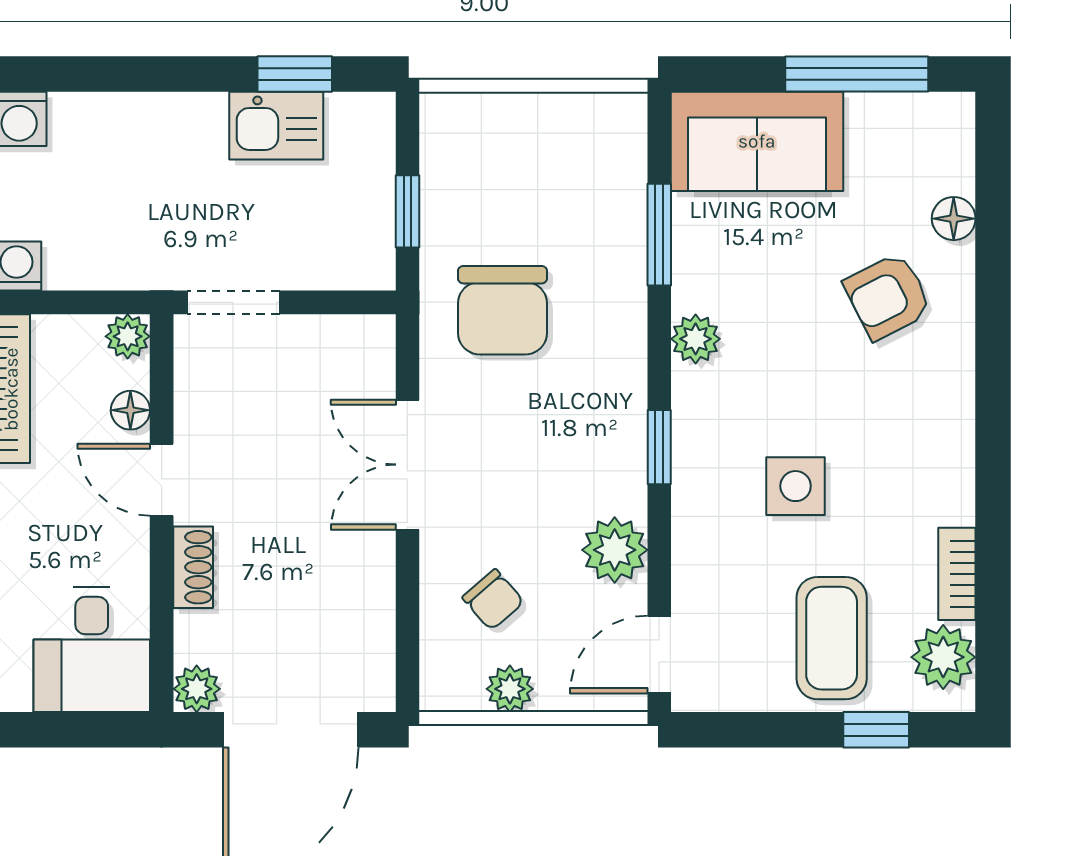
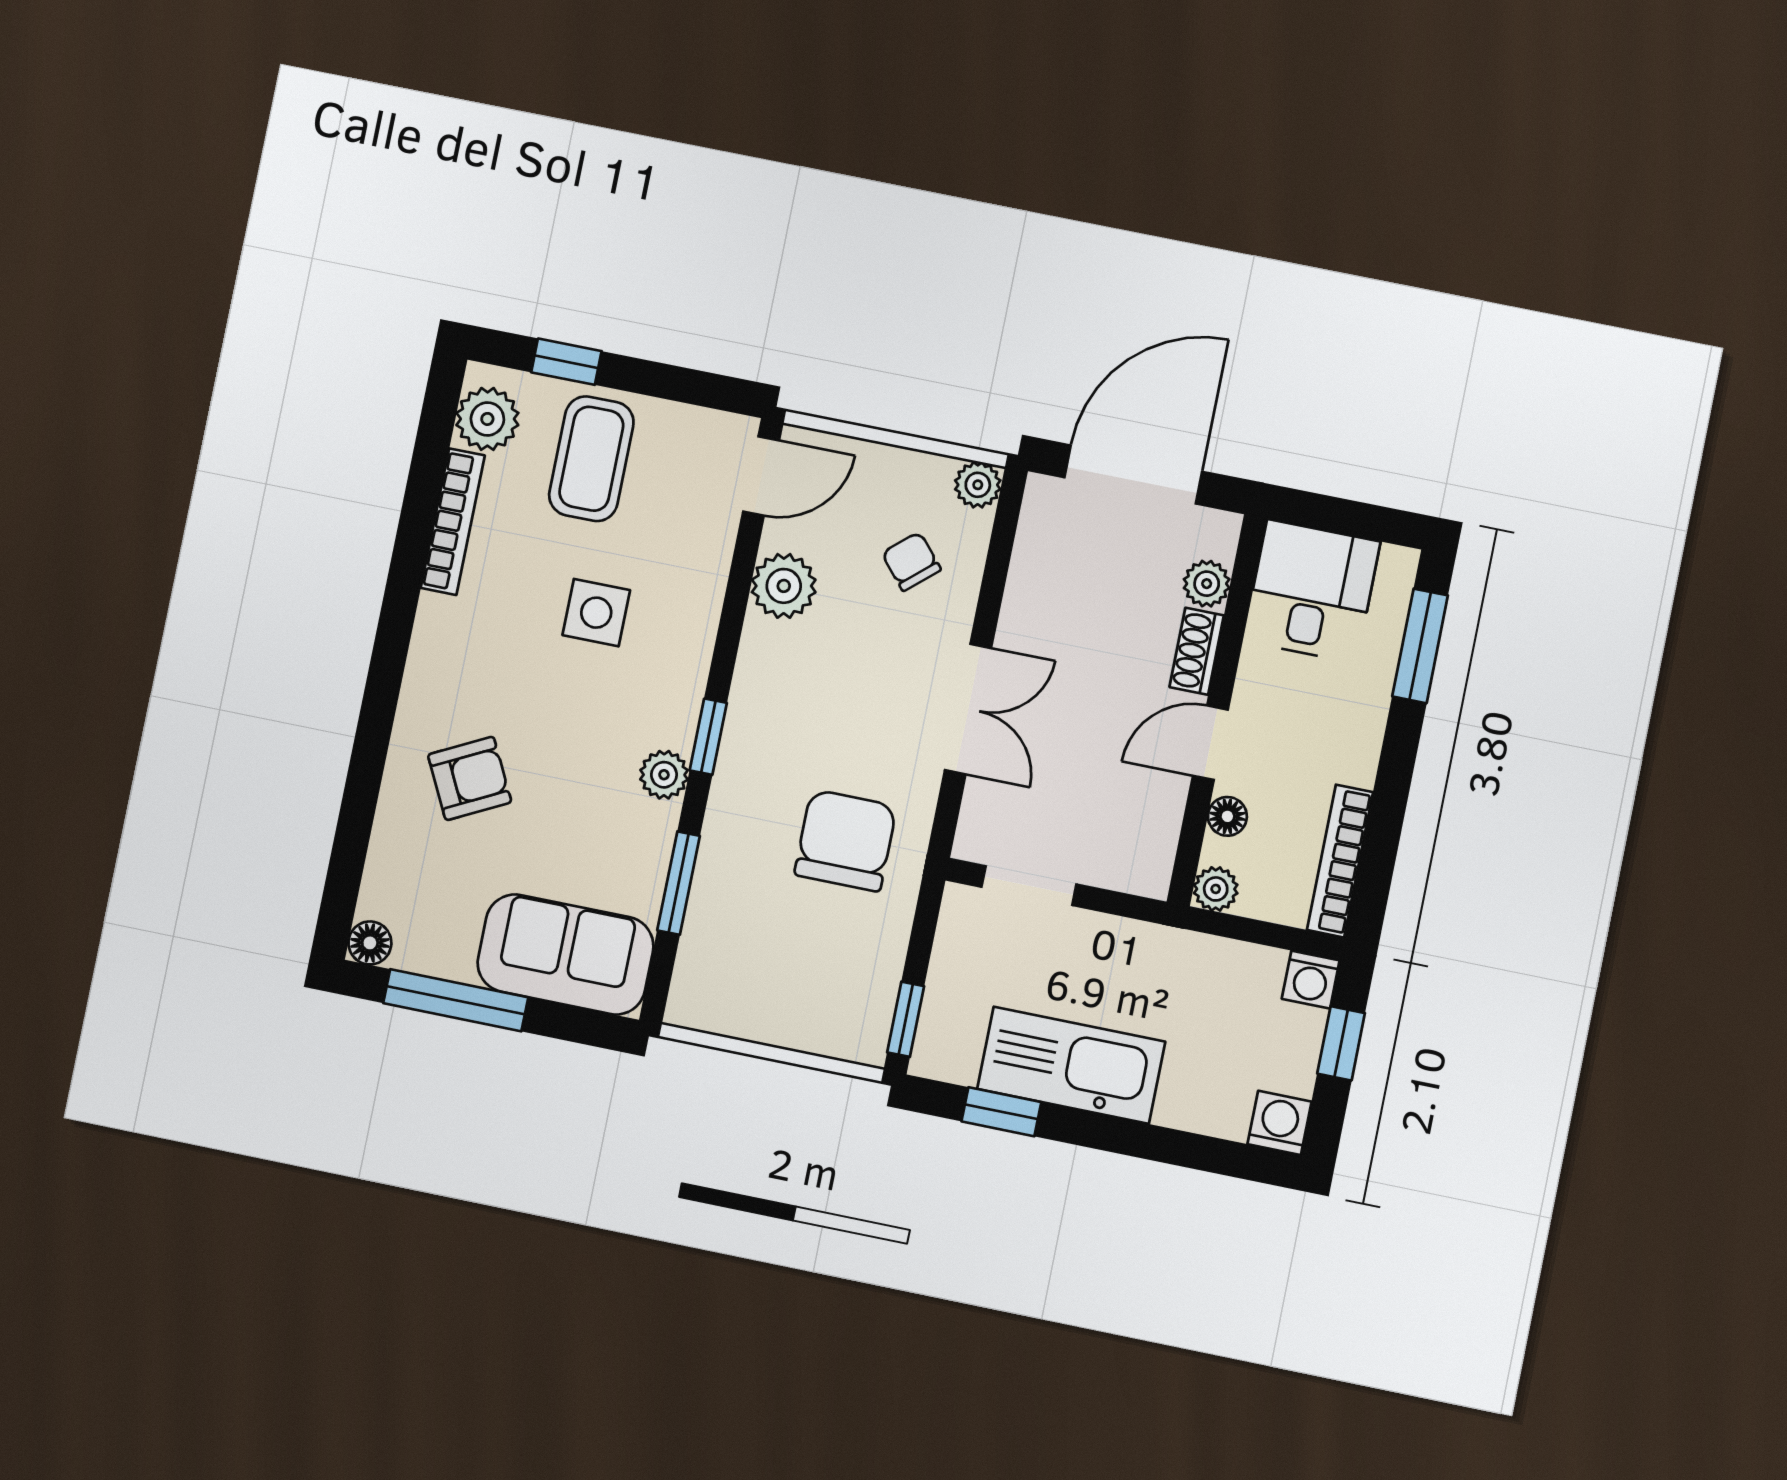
kitchen sink: (276, 126) -> (1071, 1065), width x1.88, depth x1.24
window: (407, 211) -> (906, 1019), moved
floor lamp: (954, 219) -> (370, 943), moved
doorway: (233, 302) -> (1029, 886), moved
window: (659, 447) -> (708, 737), moved
door: (162, 480) -> (1210, 743), swing flipped
bookcase: (957, 574) -> (453, 522), width x1.56
plant: (197, 689) -> (1207, 584), moved
plant: (510, 689) -> (978, 485), moved

